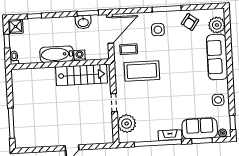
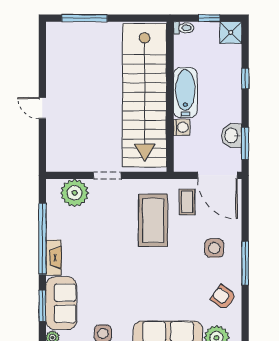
window: (34, 16) -> (245, 78), moved
stairs: (81, 75) -> (145, 95), width x1.86, depth x1.51

